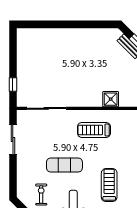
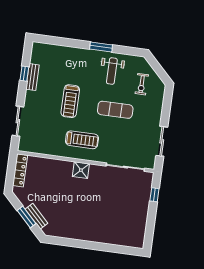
shower: (111, 99) -> (81, 170), moved
treadmill: (109, 185) -> (70, 101), moved

